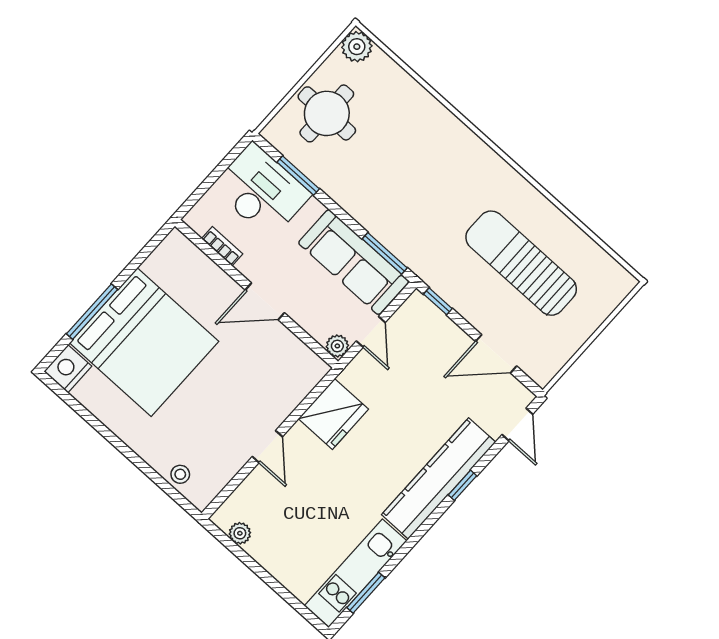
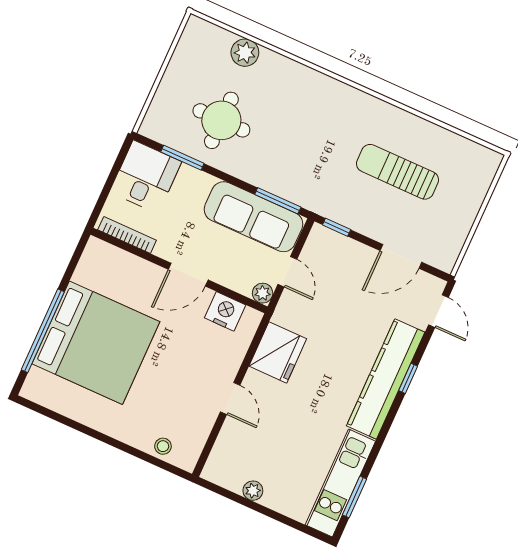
plant: (357, 47) -> (245, 53), moved
round table: (327, 113) -> (221, 120), moved
desk: (261, 191) -> (146, 177), width x0.73
bookcase: (222, 246) -> (127, 235), width x1.56
sun lounger: (521, 263) -> (398, 172), width x0.73, depth x0.75
window: (92, 312) -> (43, 331), width x1.46
nightstand: (68, 369) -> (225, 311), moved, turned 90
plant: (240, 533) -> (253, 491), moved

